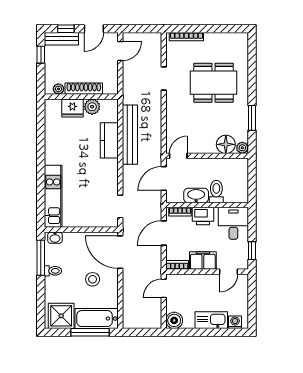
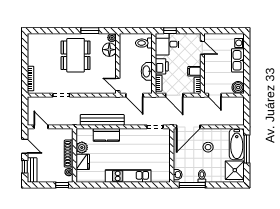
window: (41, 55) -> (62, 185), moved
dining table: (214, 83) -> (76, 55), moved
toilet: (216, 192) -> (144, 43), moved
kitchen unit: (53, 196) -> (128, 176), moved
window: (252, 251) -> (170, 31), moved
filing cabinet: (203, 261) -> (194, 71), width x0.50

